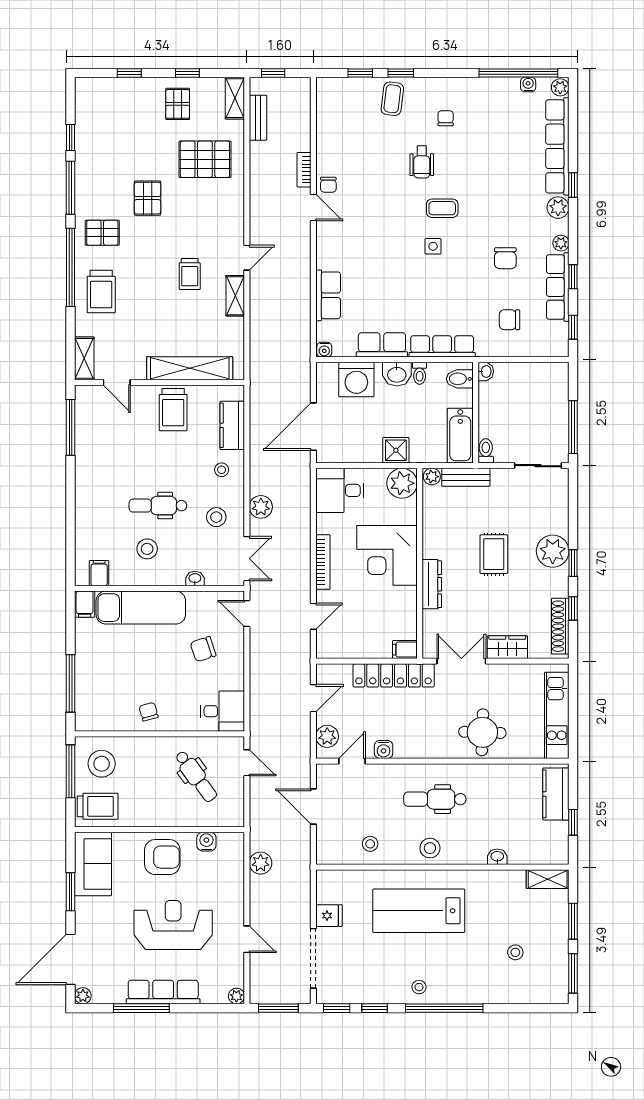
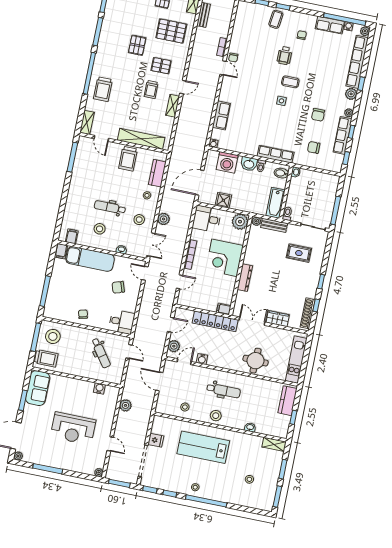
pallet: (102, 233) -> (161, 66), moved
row of seats: (382, 345) -> (330, 25), moved, turned 180
shower: (396, 450) -> (223, 200), moved
plant: (553, 551) -> (312, 273), removed
rug: (494, 554) -> (299, 253), moved, turned 90
dental chair: (435, 799) -> (224, 391), turned 180
armchair: (162, 857) -> (75, 392), removed
reception desk: (173, 925) -> (73, 428), turned 180
row of seats: (163, 992) -> (61, 463), removed

